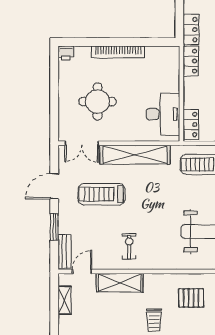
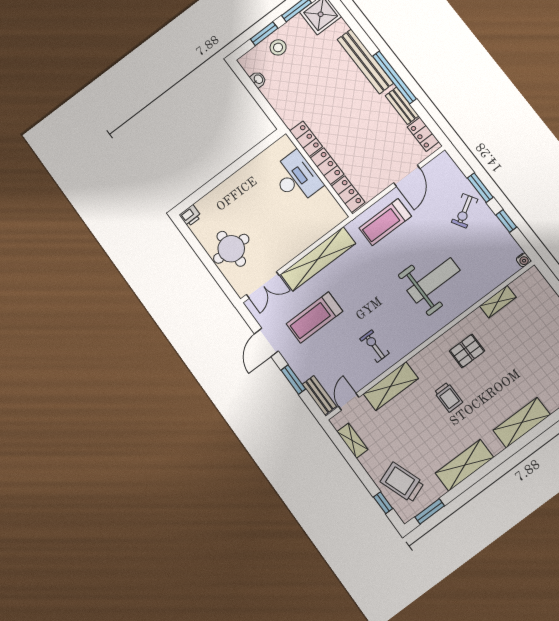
locker: (191, 30) -> (327, 166), moved
bookcase: (118, 52) -> (235, 180), removed
round table: (98, 102) -> (231, 249), moved
desk: (163, 114) -> (296, 178), moved

